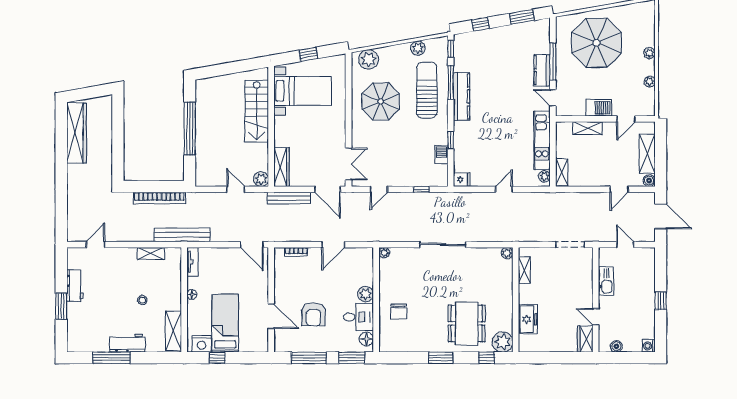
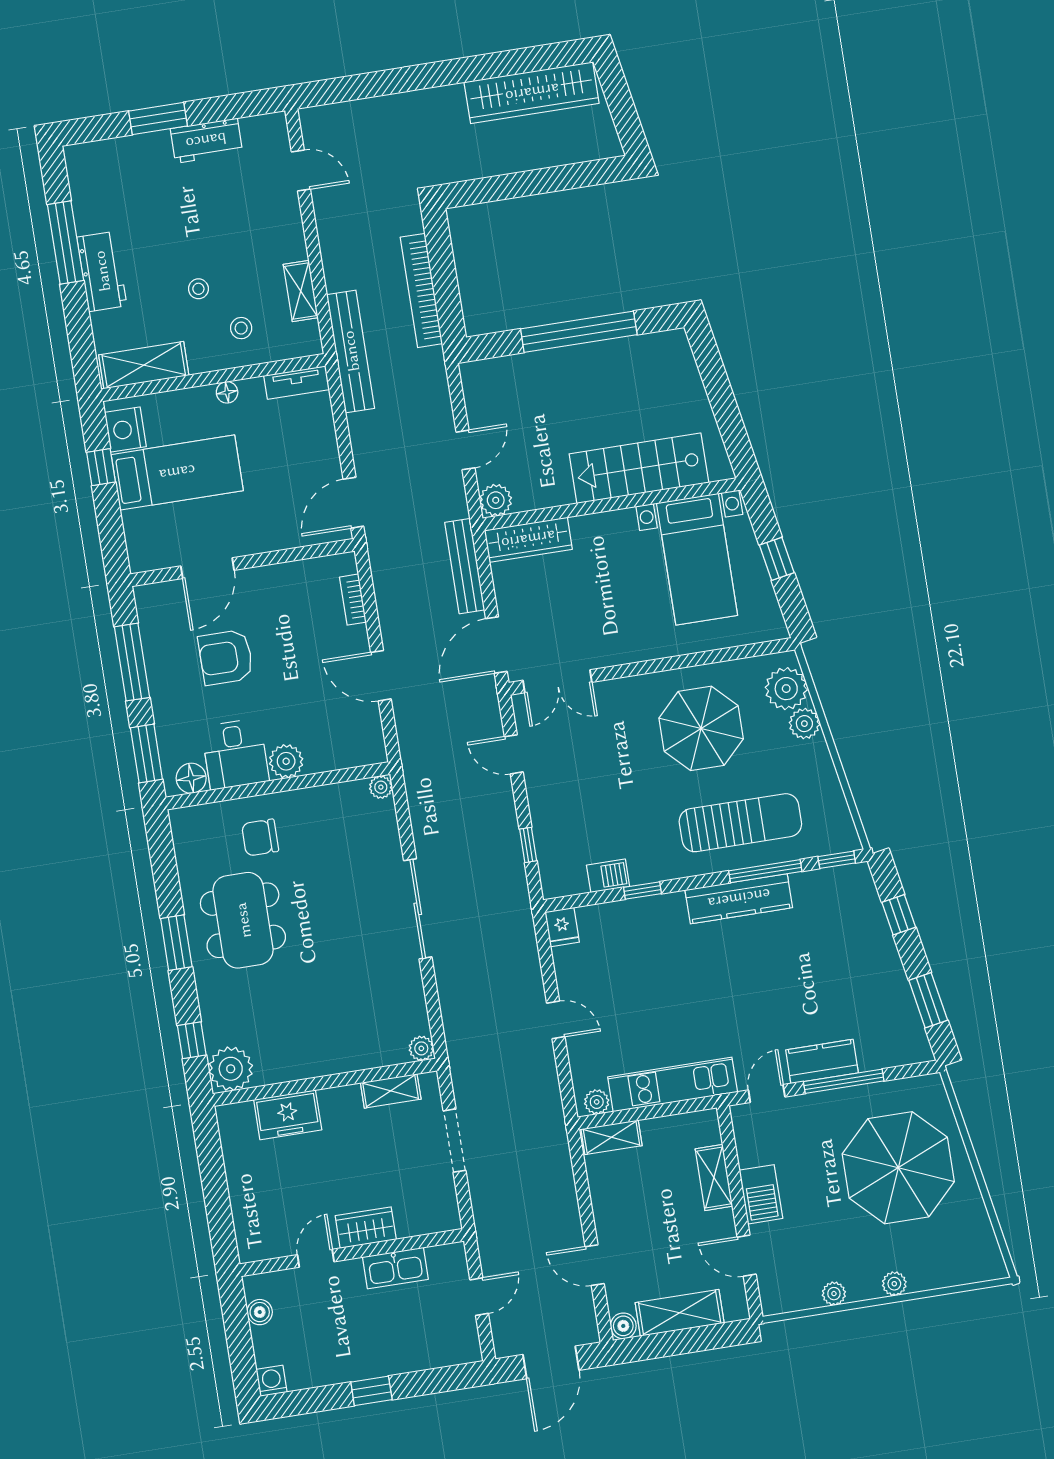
plant: (418, 48) -> (804, 724), moved
doorway: (570, 245) -> (454, 1141), moved
stool: (163, 283) -> (241, 328), added
dining table: (467, 323) -> (243, 920), moved, turned 90
wardrobe: (585, 339) -> (366, 1228), moved

